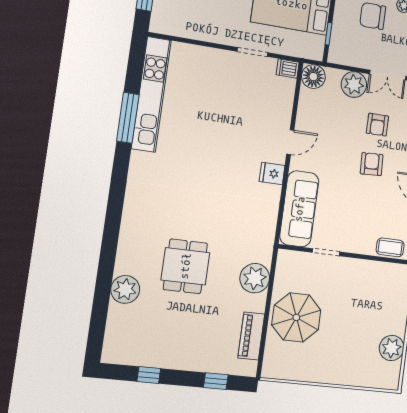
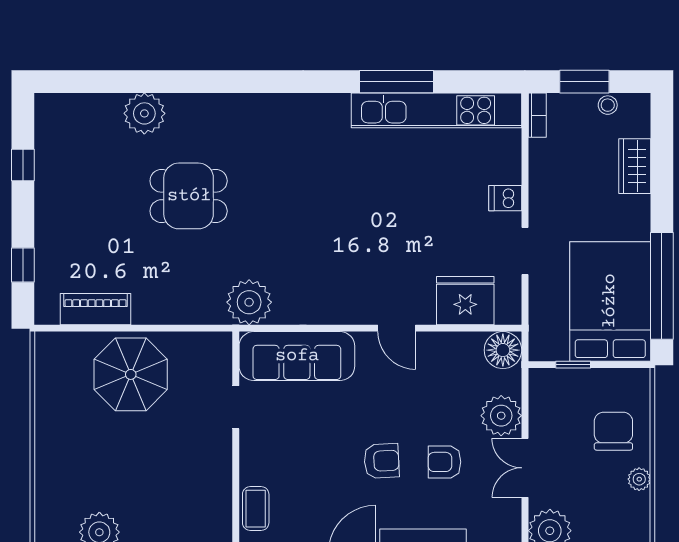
bookcase: (164, 29) -> (537, 115), added
dishwasher: (288, 68) -> (505, 198), moved, turned -90
fridge: (272, 173) -> (465, 301), moved, width x1.88, depth x1.34
plant: (255, 278) -> (249, 302), moved

